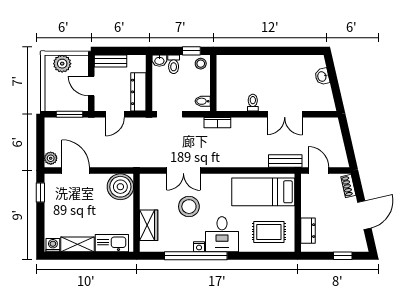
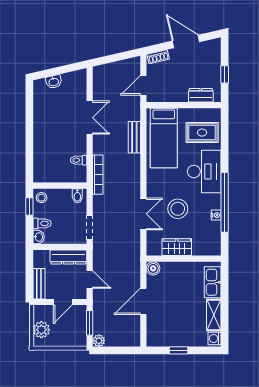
toilet: (253, 103) -> (79, 160), moved
bookcase: (217, 123) -> (98, 175), width x1.56
plant: (51, 158) -> (99, 341), moved
bench: (285, 161) -> (134, 137), moved
door: (76, 170) -> (143, 301), moved
boiler: (120, 187) -> (153, 268), width x0.54, depth x0.54
window: (40, 193) -> (178, 350), moved
wardrobe: (149, 225) -> (177, 247), moved
rug: (269, 232) -> (202, 133), turned 90
desk: (222, 234) -> (204, 171), width x1.37
nightstand: (199, 247) -> (216, 215), moved
window: (343, 256) -> (225, 74), moved

